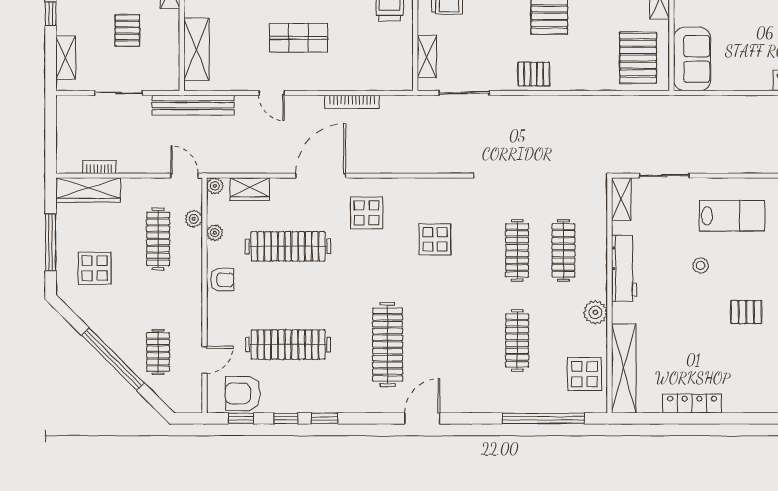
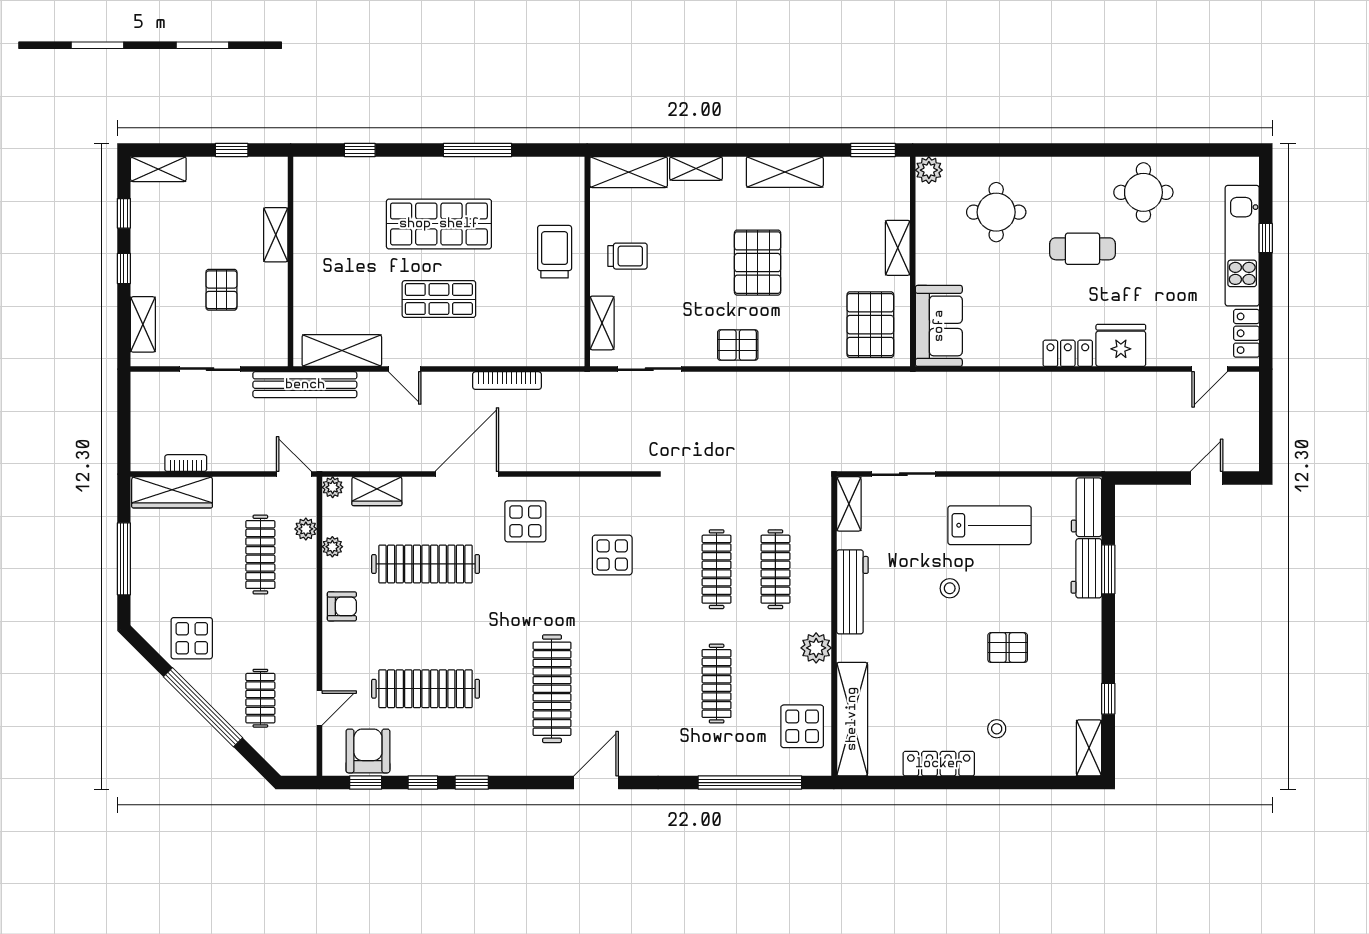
shelving: (196, 49) -> (342, 351), moved, turned 90
display table: (95, 268) -> (192, 638), moved
stool: (738, 376) -> (997, 729), added
armchair: (243, 394) -> (368, 751), turned 90

